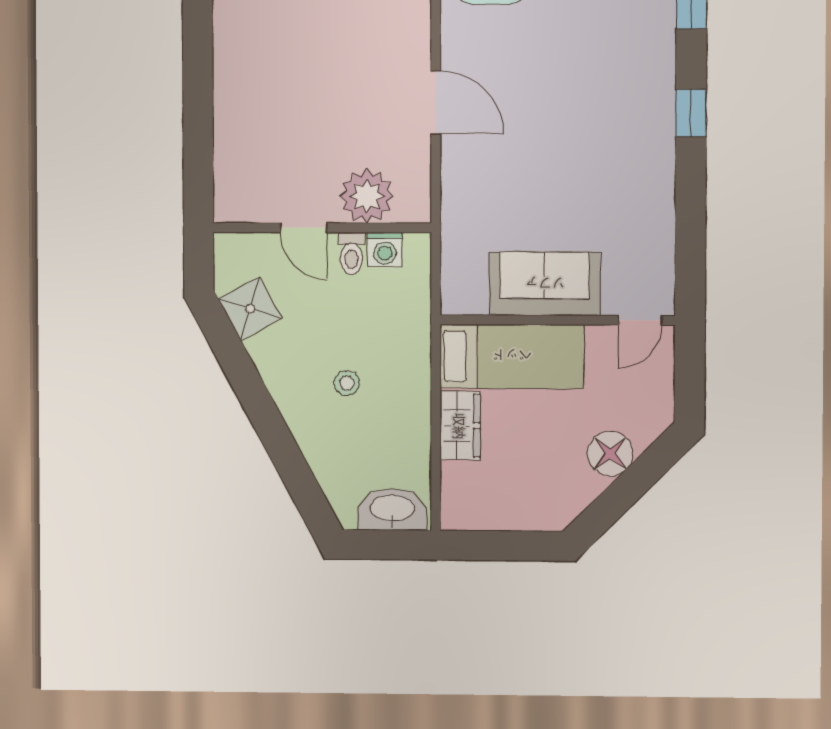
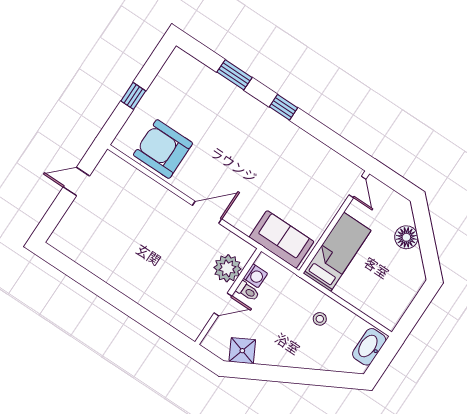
sofa: (545, 284) -> (282, 239), moved, turned 90
stool: (347, 383) -> (320, 319), moved
wardrobe: (460, 426) -> (352, 294), removed

